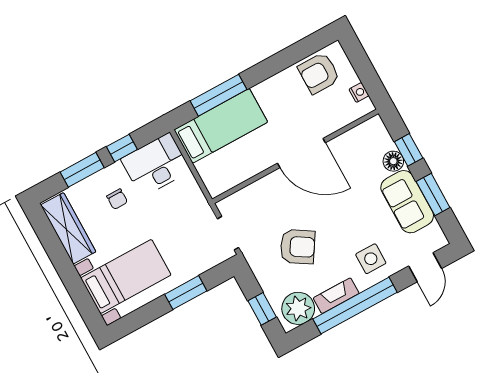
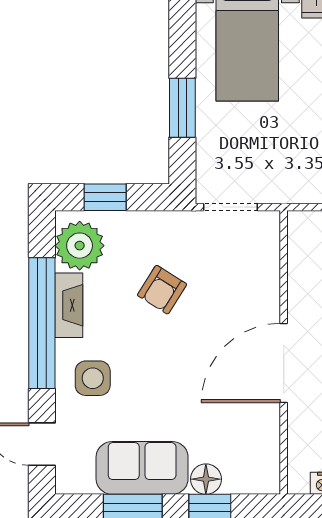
armchair: (298, 247) -> (162, 290), width x0.72, depth x0.72

